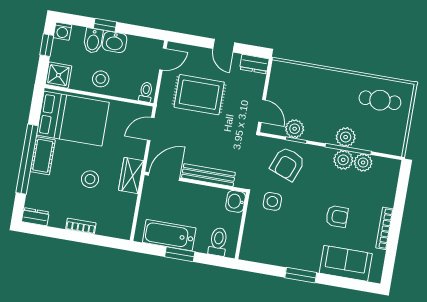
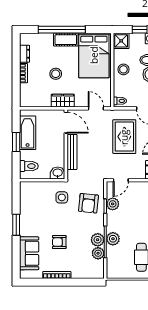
armchair: (288, 164) -> (88, 203), turned -105
armchair: (337, 216) -> (59, 242), turned 90
dresser: (35, 217) -> (24, 54), moved

